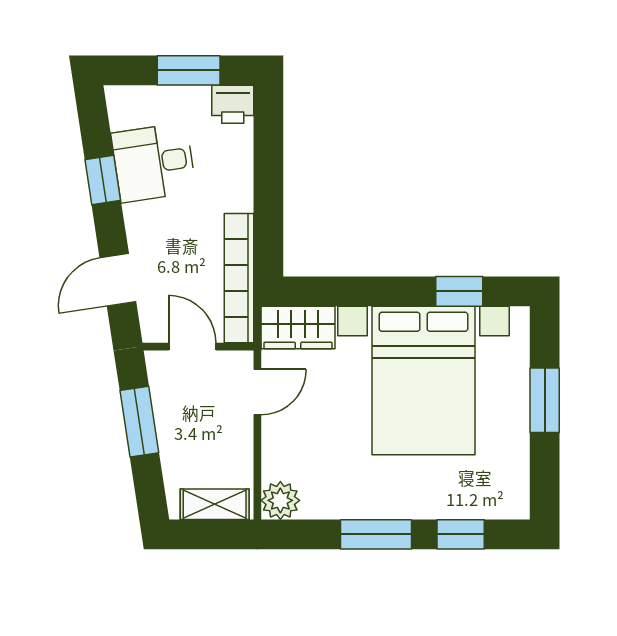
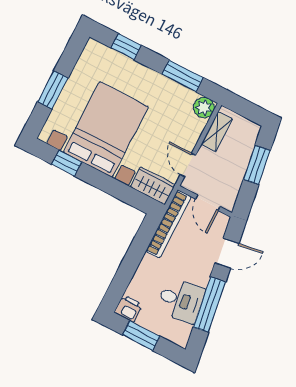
window: (103, 180) -> (209, 305), width x2.17
door: (257, 392) -> (188, 165), hinge flipped
window: (139, 422) -> (257, 165), moved
shelving: (215, 504) -> (217, 132), moved, turned 90
window: (376, 534) -> (183, 76), moved

